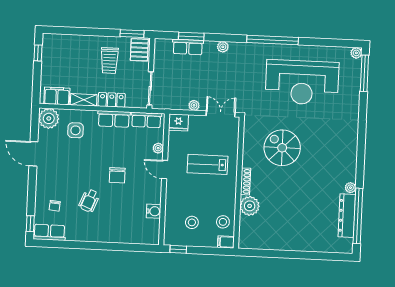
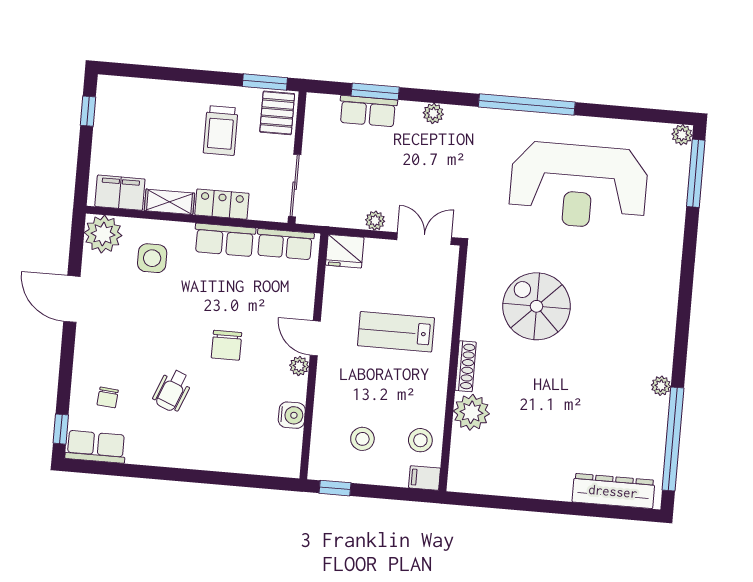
plant: (158, 148) -> (299, 366), moved
dresser: (347, 216) -> (613, 491), moved, turned 90

